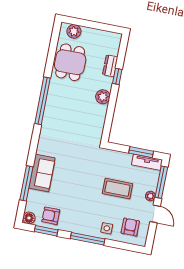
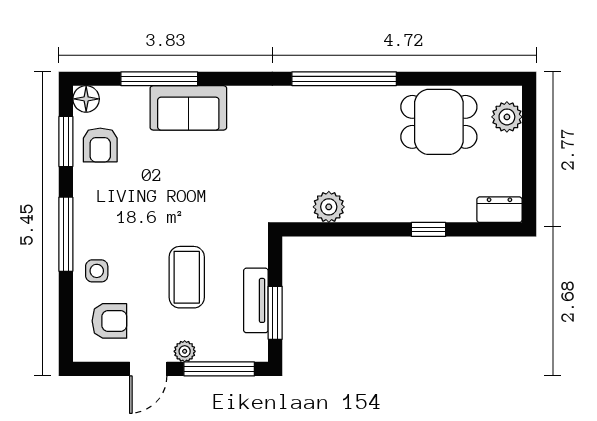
dresser: (110, 66) -> (499, 210), moved
plant: (103, 97) -> (329, 207), moved
tv unit: (147, 162) -> (256, 300), moved
armchair: (51, 216) -> (100, 145), turned 180

